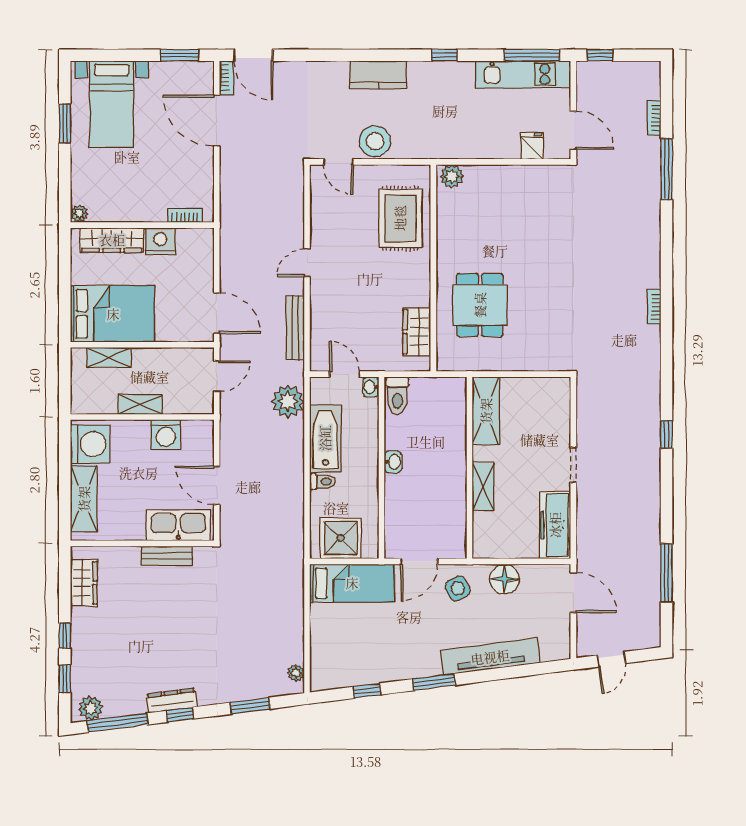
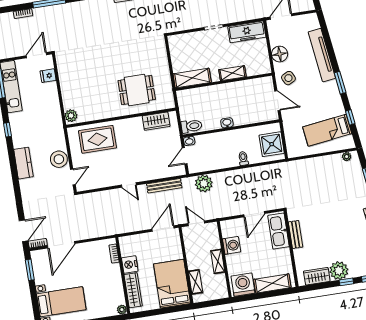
bathtub: (325, 438) -> (220, 161), removed
bed: (352, 583) -> (327, 130), moved, turned -97
plant: (88, 625) -> (339, 271), added

